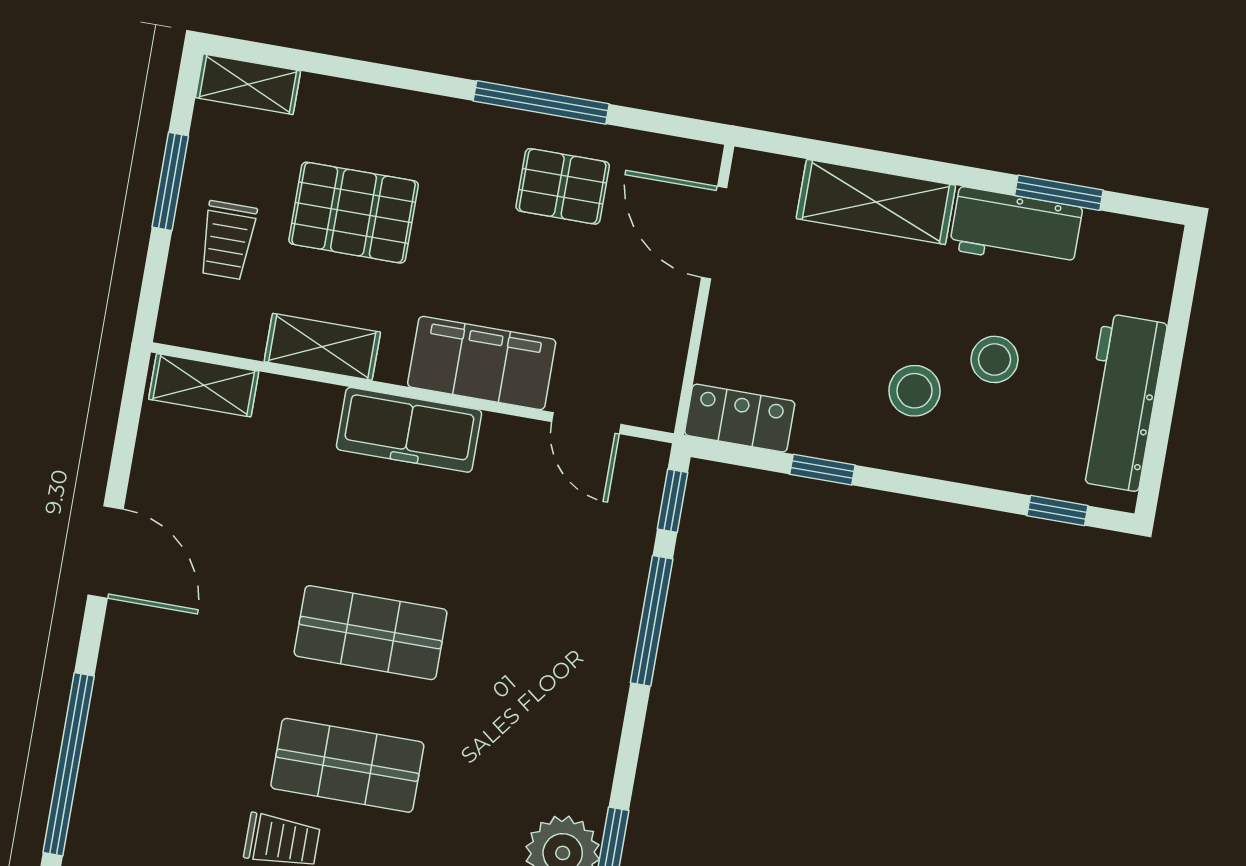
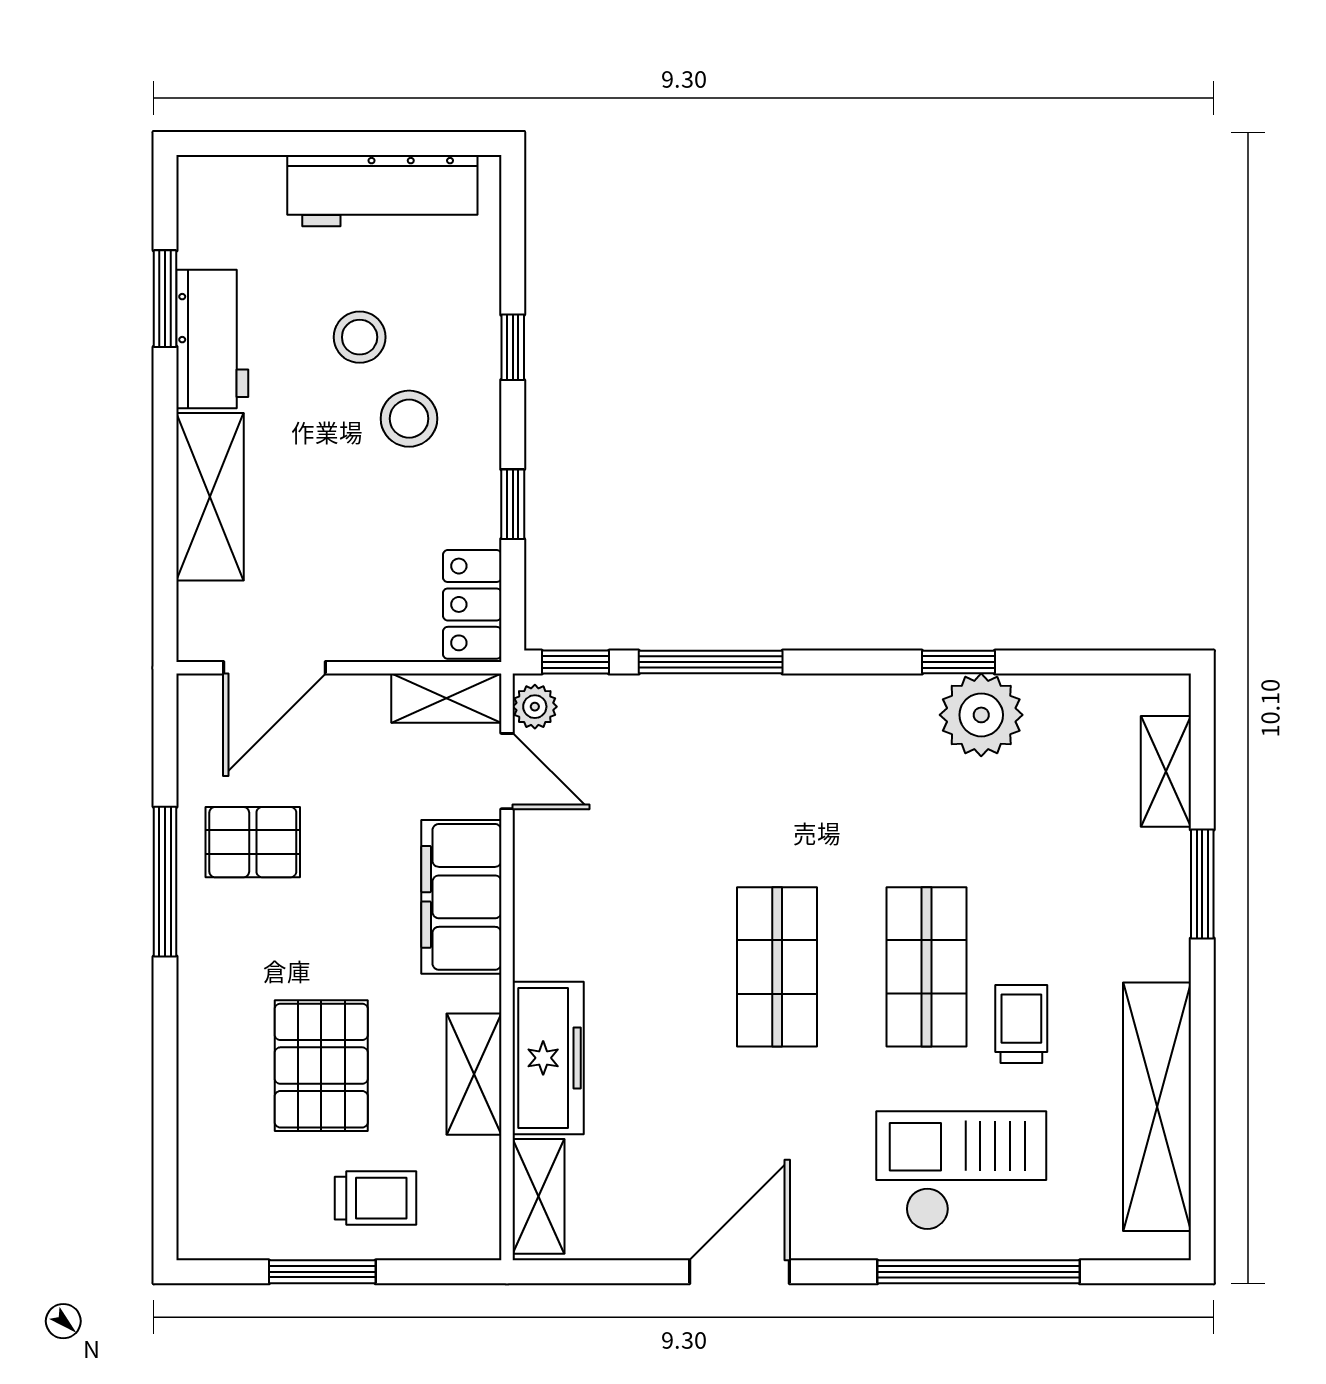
shelving: (248, 84) -> (446, 698), moved, turned 90
pallet: (563, 186) -> (253, 842), turned 90
door: (586, 423) -> (507, 771), hinge flipped
freezer: (409, 430) -> (548, 1058), moved
plant: (639, 458) -> (535, 707), added
window: (1057, 511) -> (513, 347), moved
checkout: (161, 765) -> (961, 1171), added

